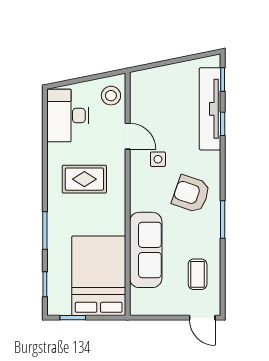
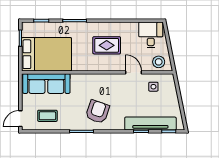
desk: (68, 115) -> (151, 35), width x0.73
door: (128, 136) -> (133, 72), swing flipped
side table: (158, 159) -> (153, 87), moved
rug: (84, 179) -> (107, 45), turned 90
sofa: (146, 250) -> (46, 84), moved

